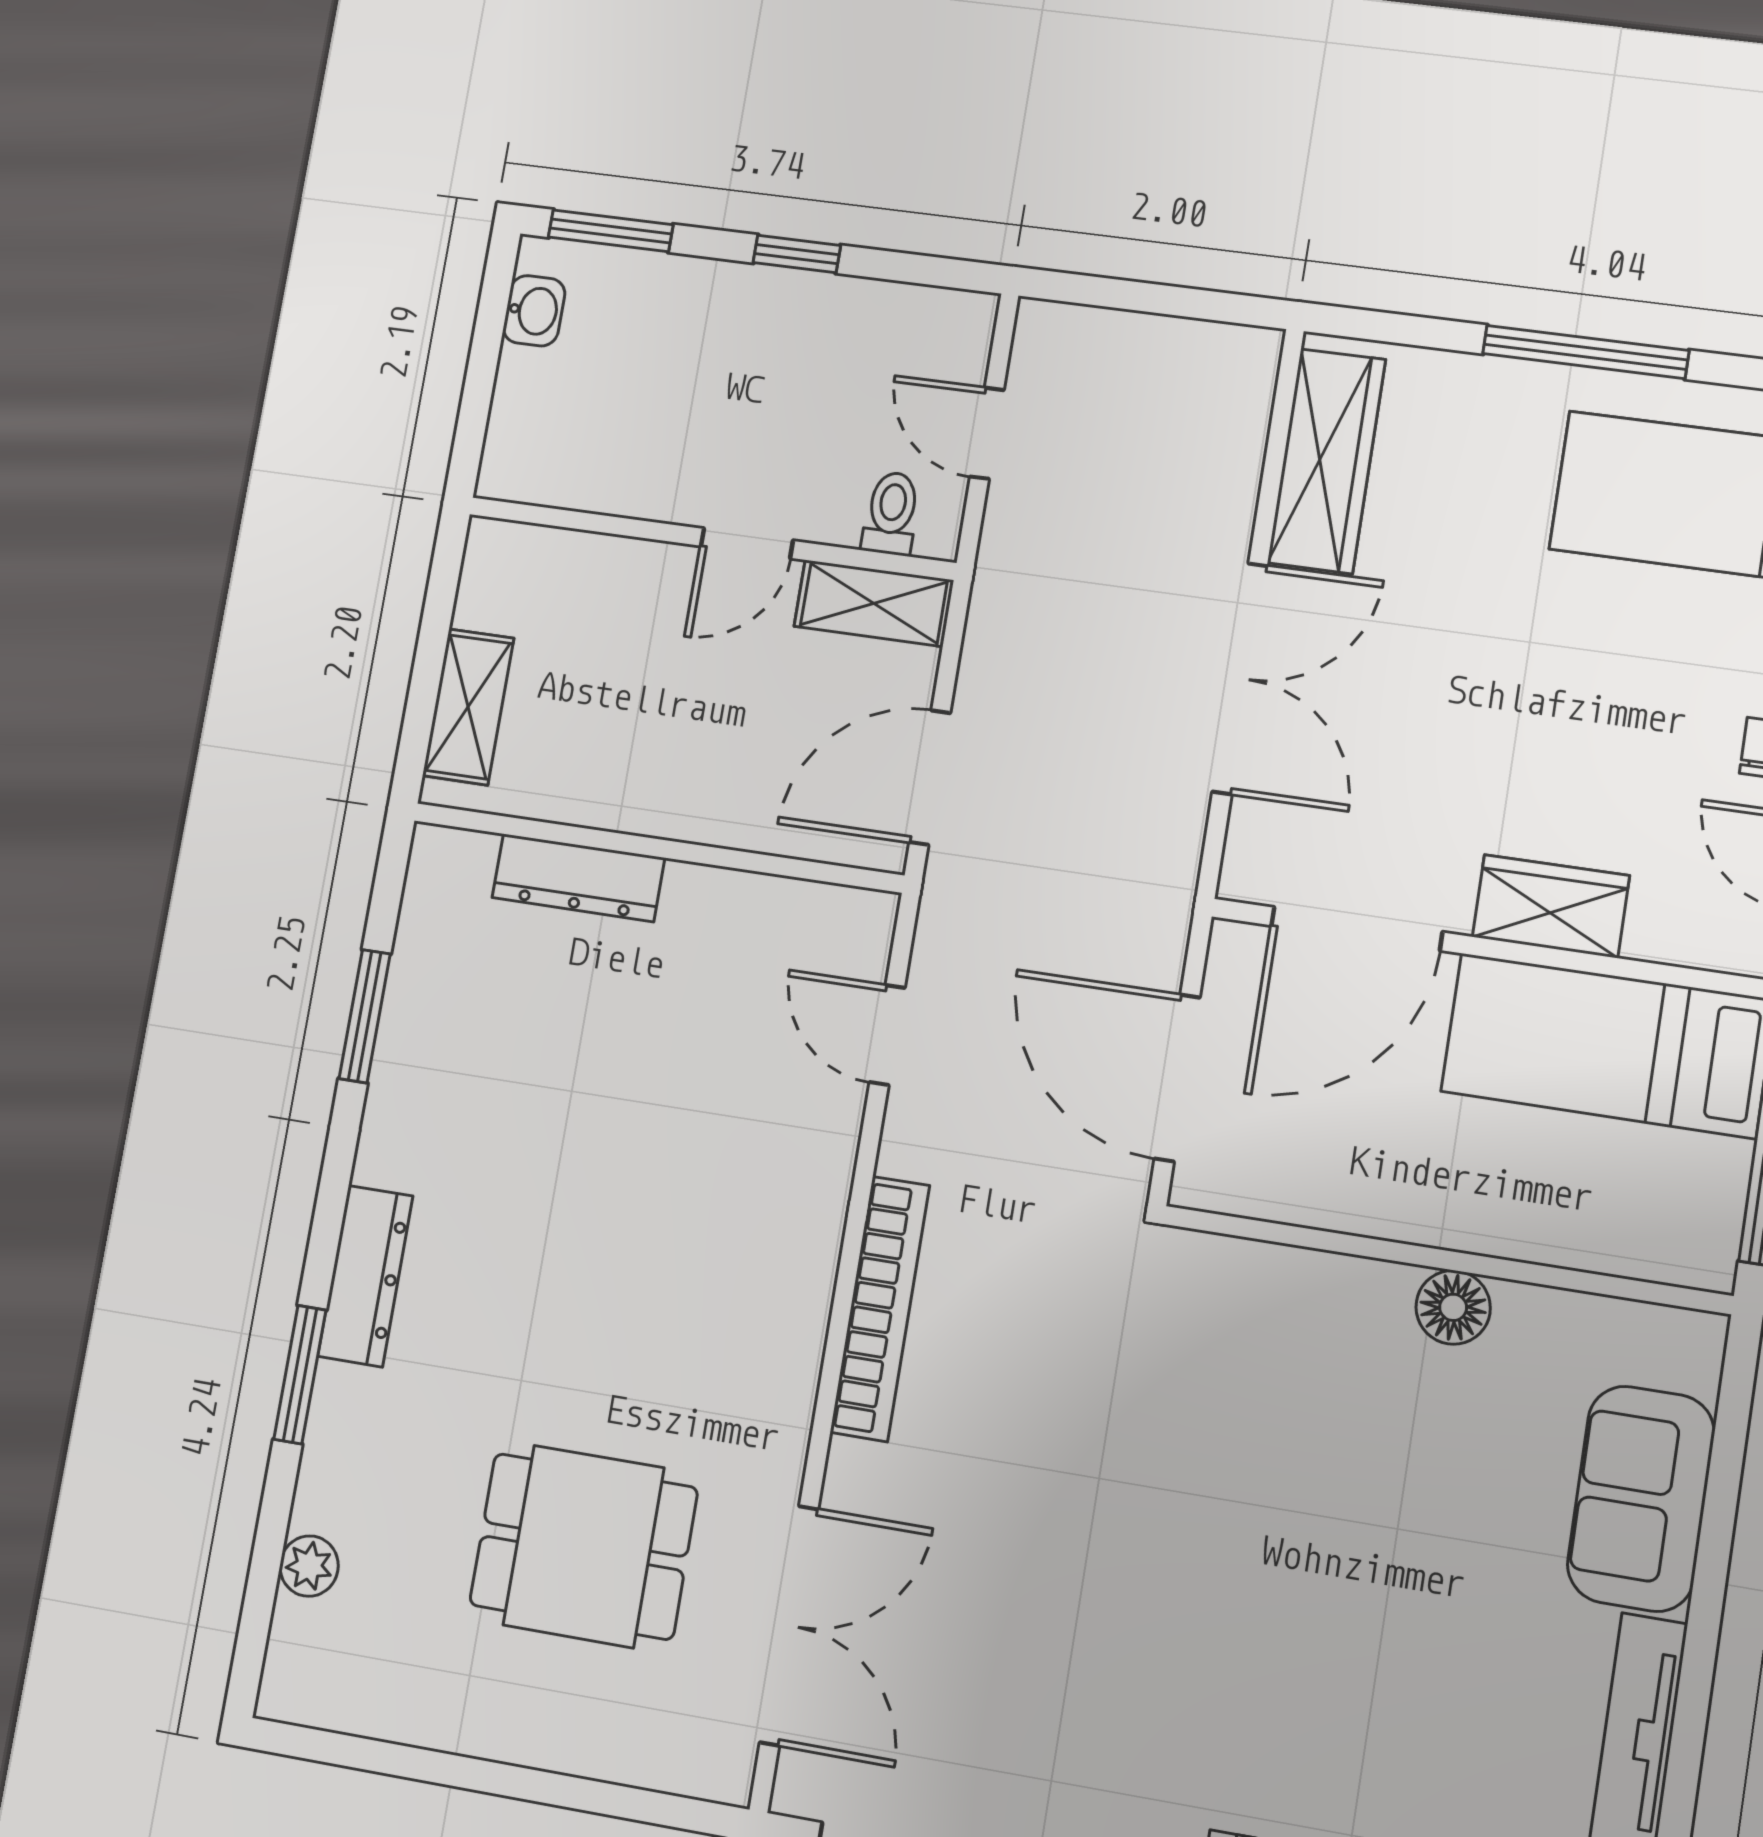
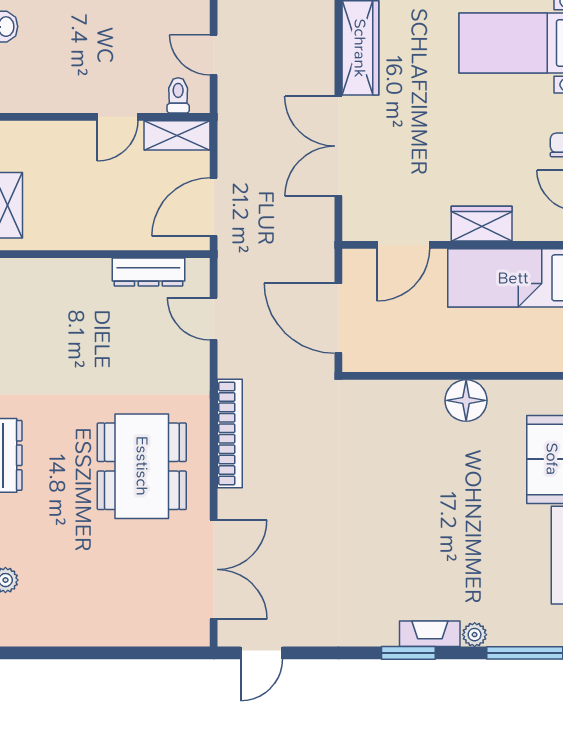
double door: (1240, 679) -> (338, 146), swing flipped
dresser: (578, 878) -> (148, 272), moved
door: (1357, 929) -> (403, 245), width x0.73
floor lamp: (1453, 1307) -> (466, 400), width x1.38, depth x1.38
dining table: (584, 1546) -> (142, 466), moved, width x1.38

